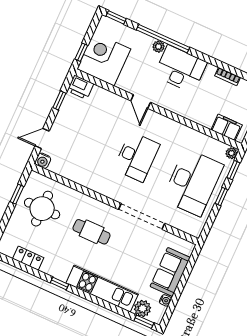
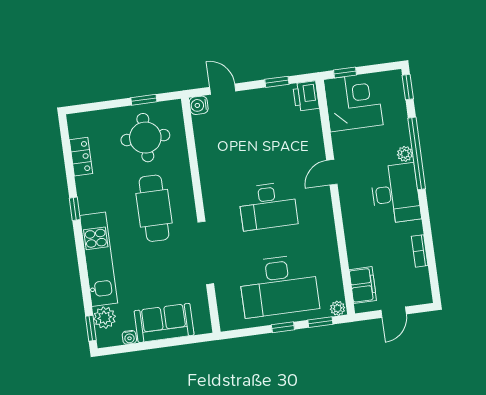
cafe table: (92, 232) -> (154, 208), width x1.37, depth x1.35

